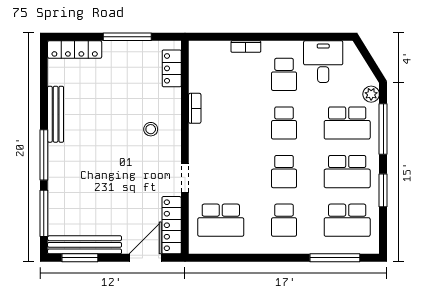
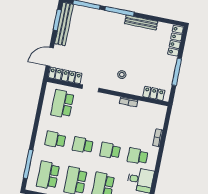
door: (145, 258) -> (50, 57), swing flipped

